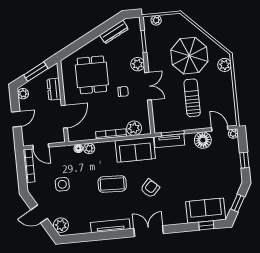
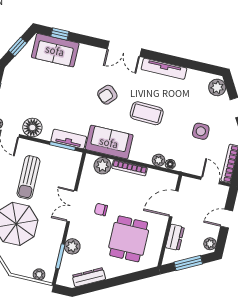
plant: (138, 64) -> (72, 246), moved

